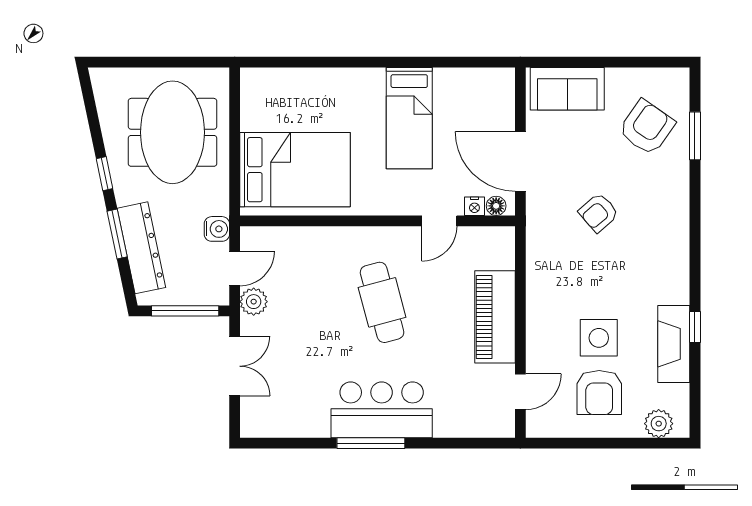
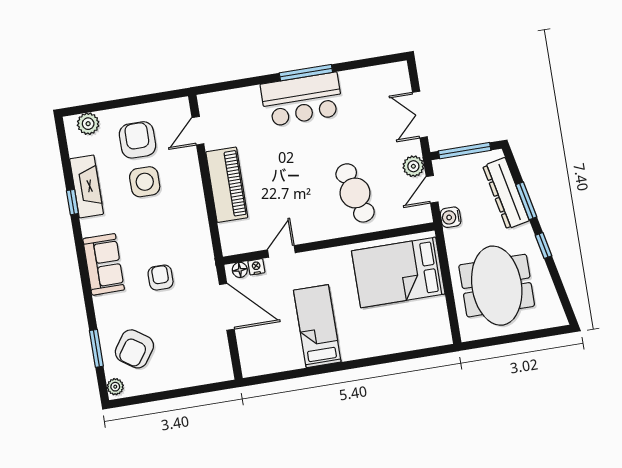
plant: (679, 83) -> (115, 387), added
sofa: (567, 89) -> (104, 264), moved, turned 90
armchair: (599, 213) -> (161, 278), turned -49
cafe table: (382, 302) -> (355, 193), moved

